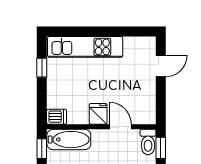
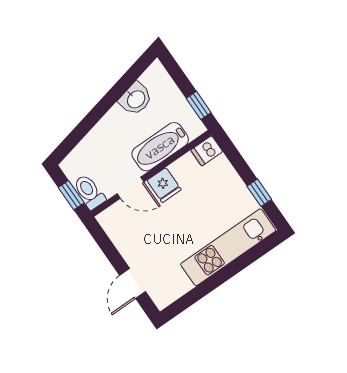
bathtub: (69, 140) -> (160, 147), moved

